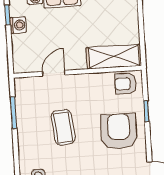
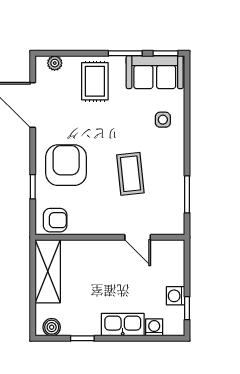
shelving: (114, 57) -> (48, 271), moved, turned 90
door: (54, 73) -> (138, 237), hinge flipped
armchair: (119, 131) -> (66, 165), turned 180

